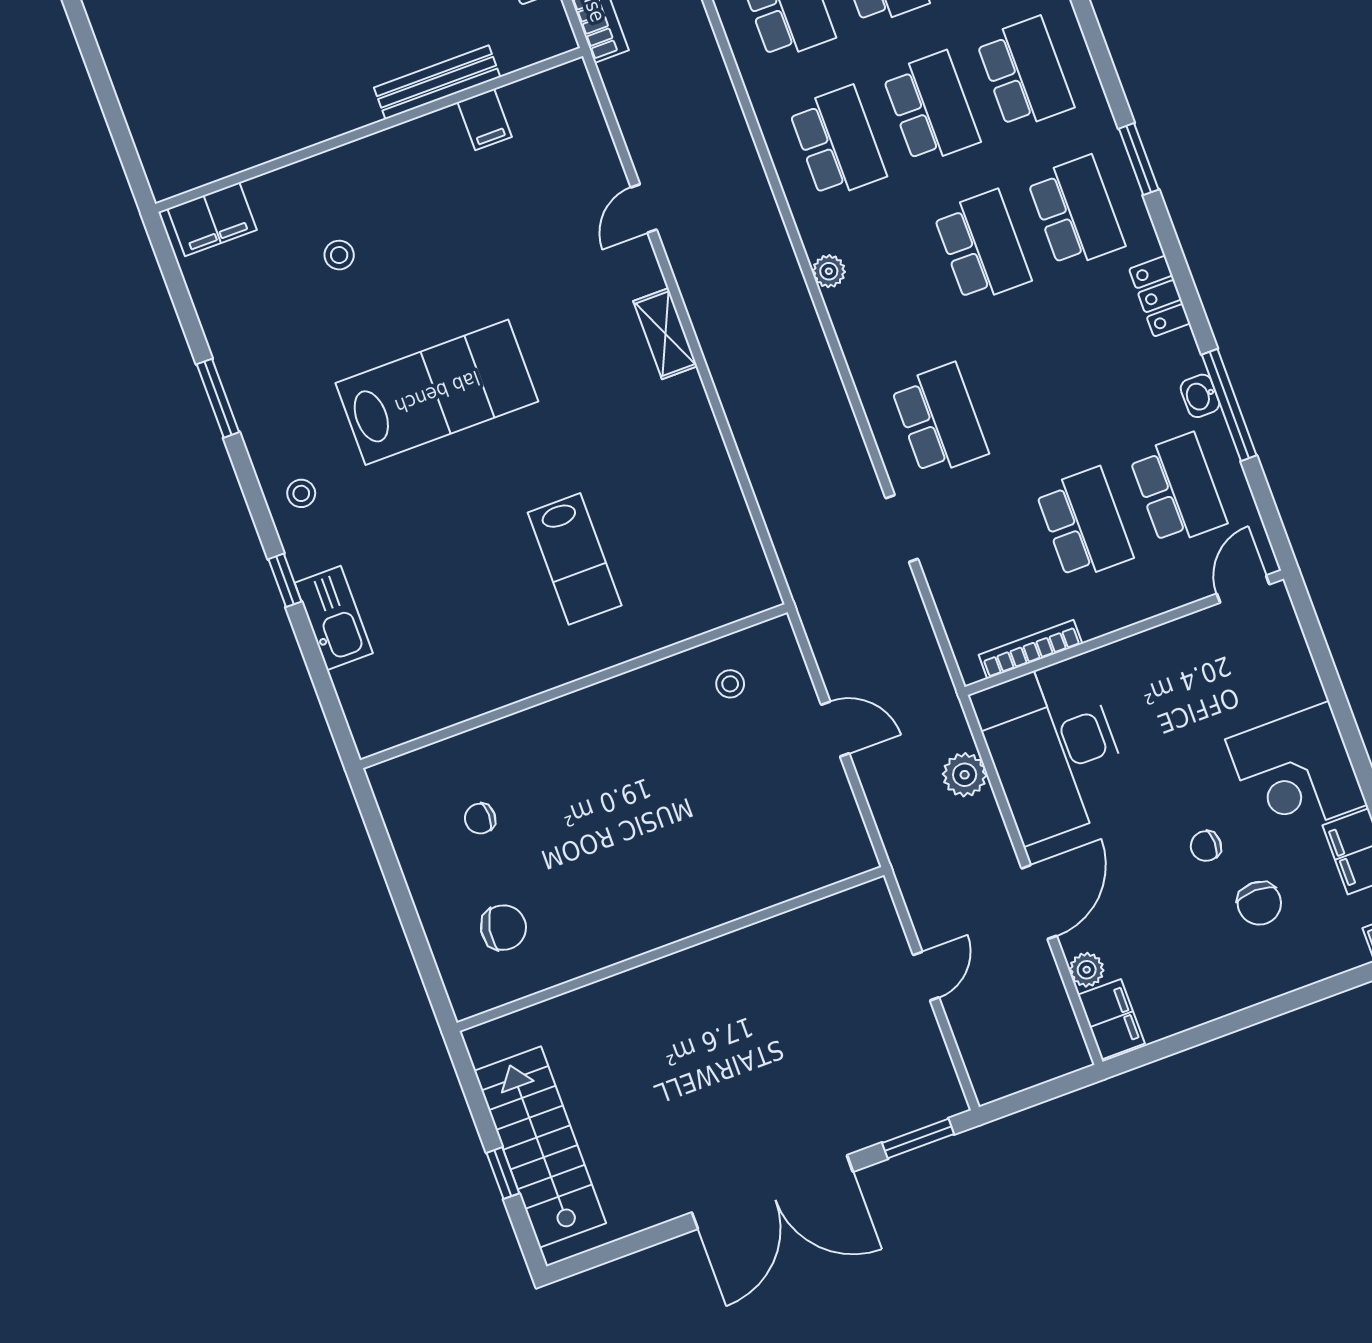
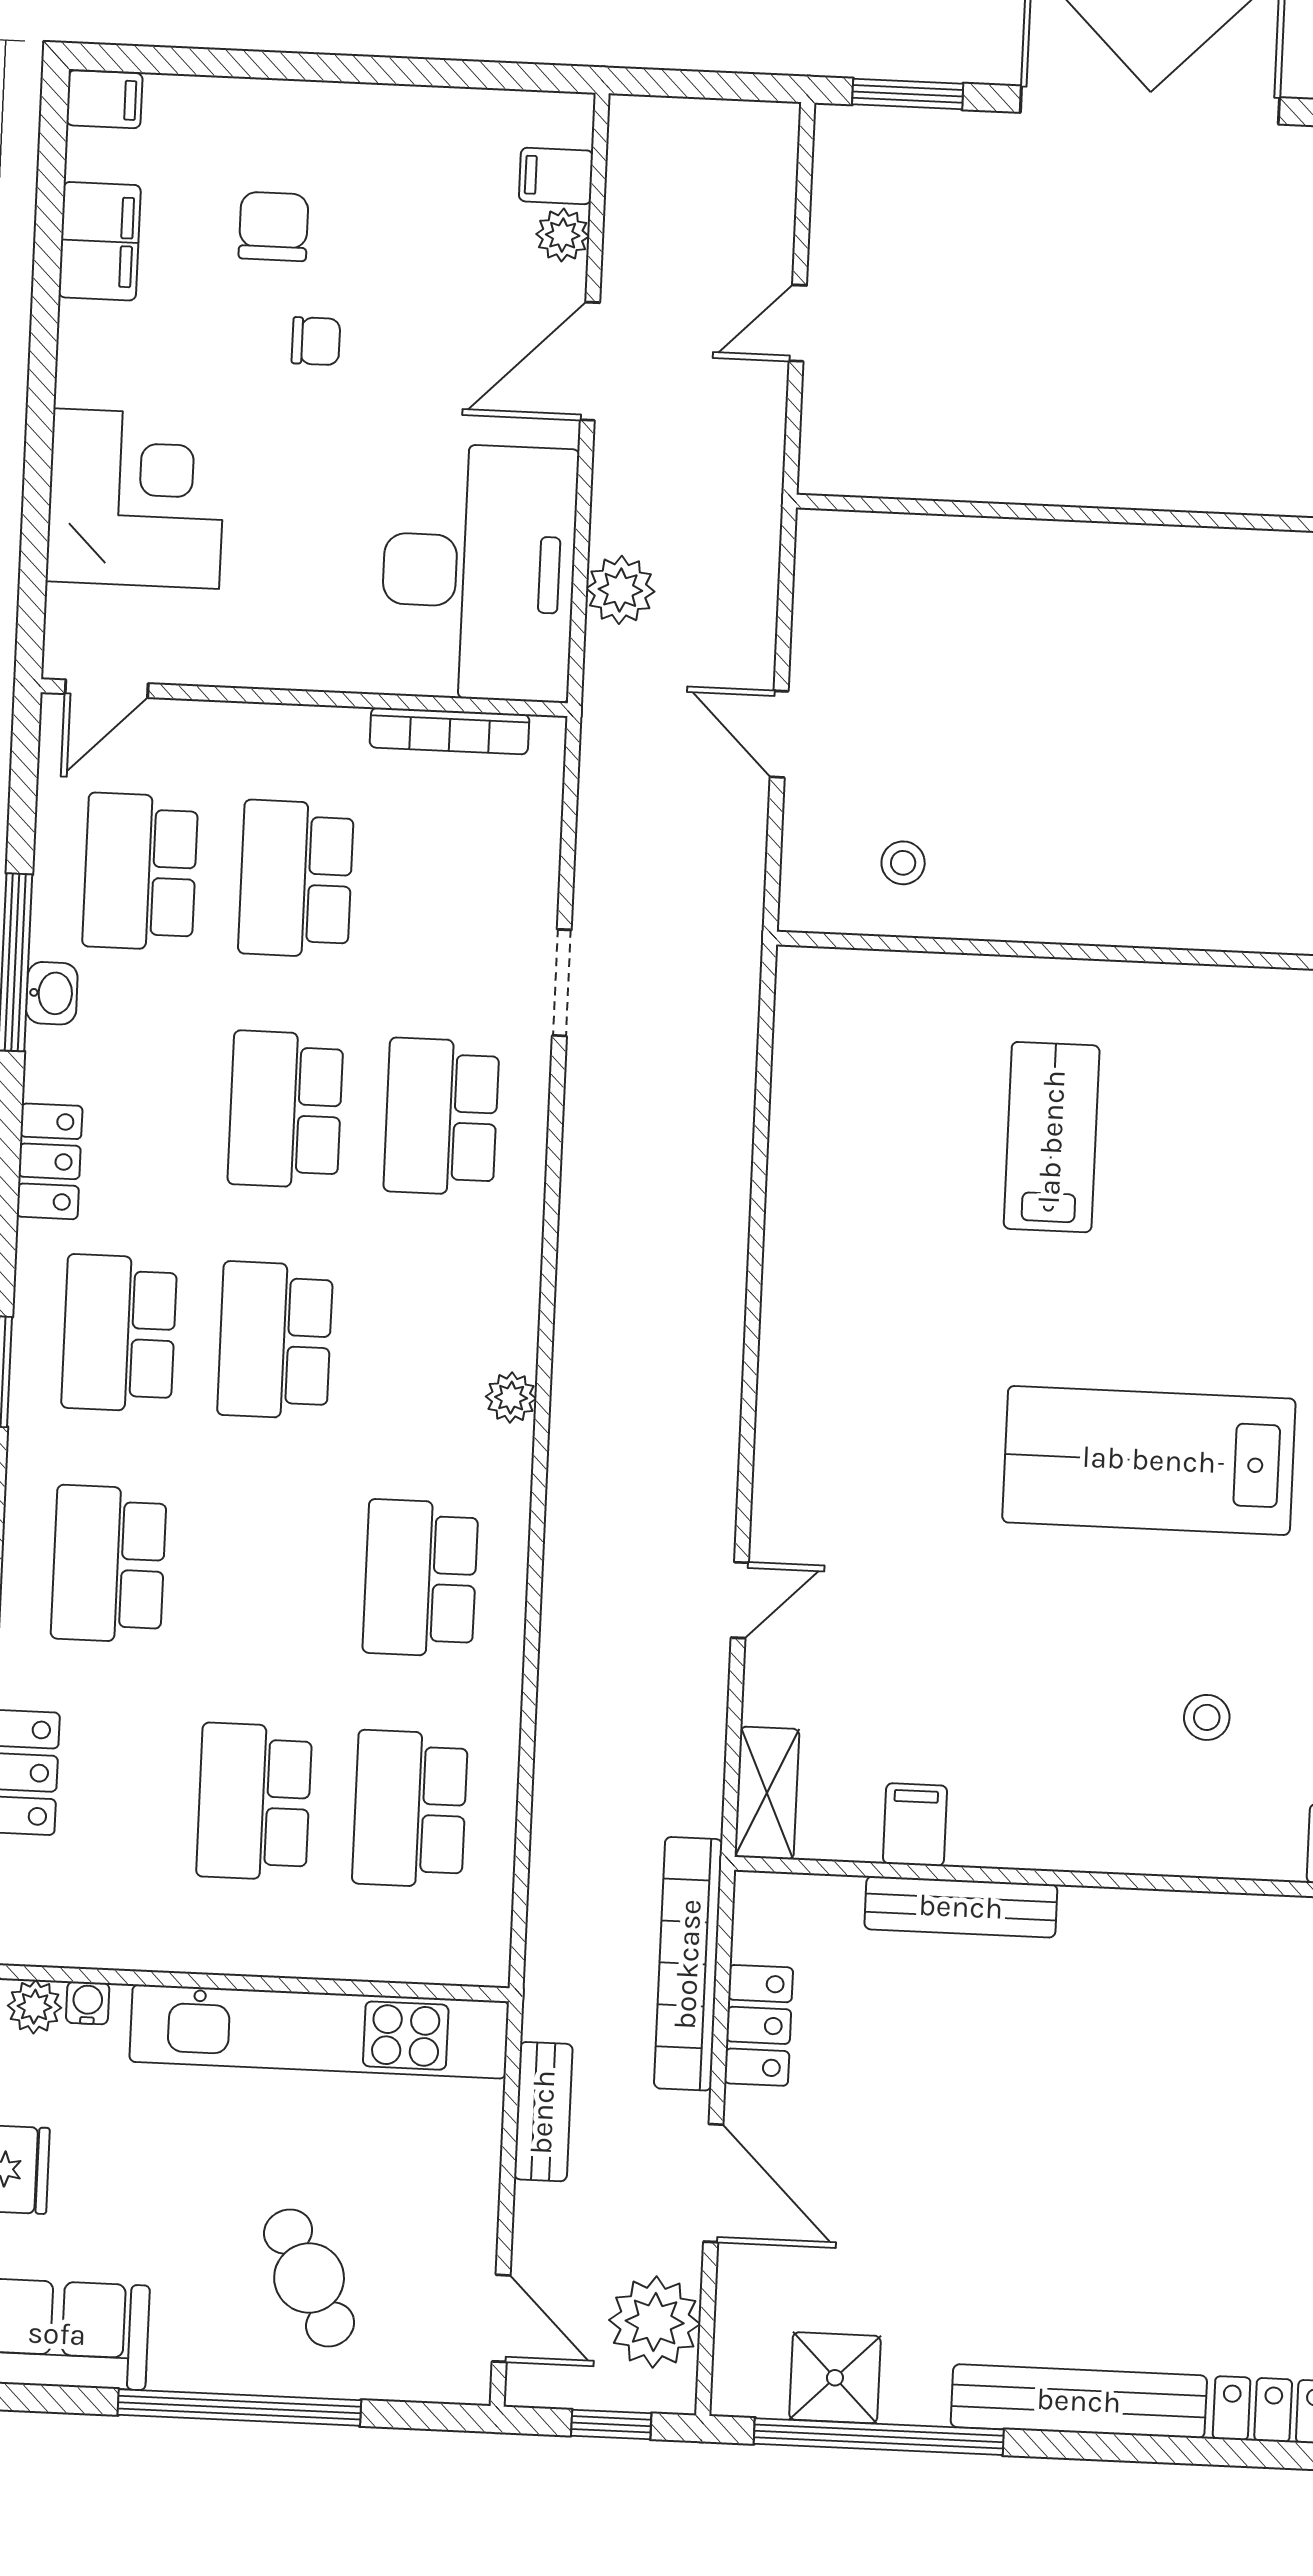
school desk: (931, 108) -> (286, 1110), moved
shelving: (665, 334) -> (767, 1793), moved
corner desk: (1296, 772) -> (136, 499), moved
filing cabinet: (1111, 1019) -> (556, 176), width x0.50

